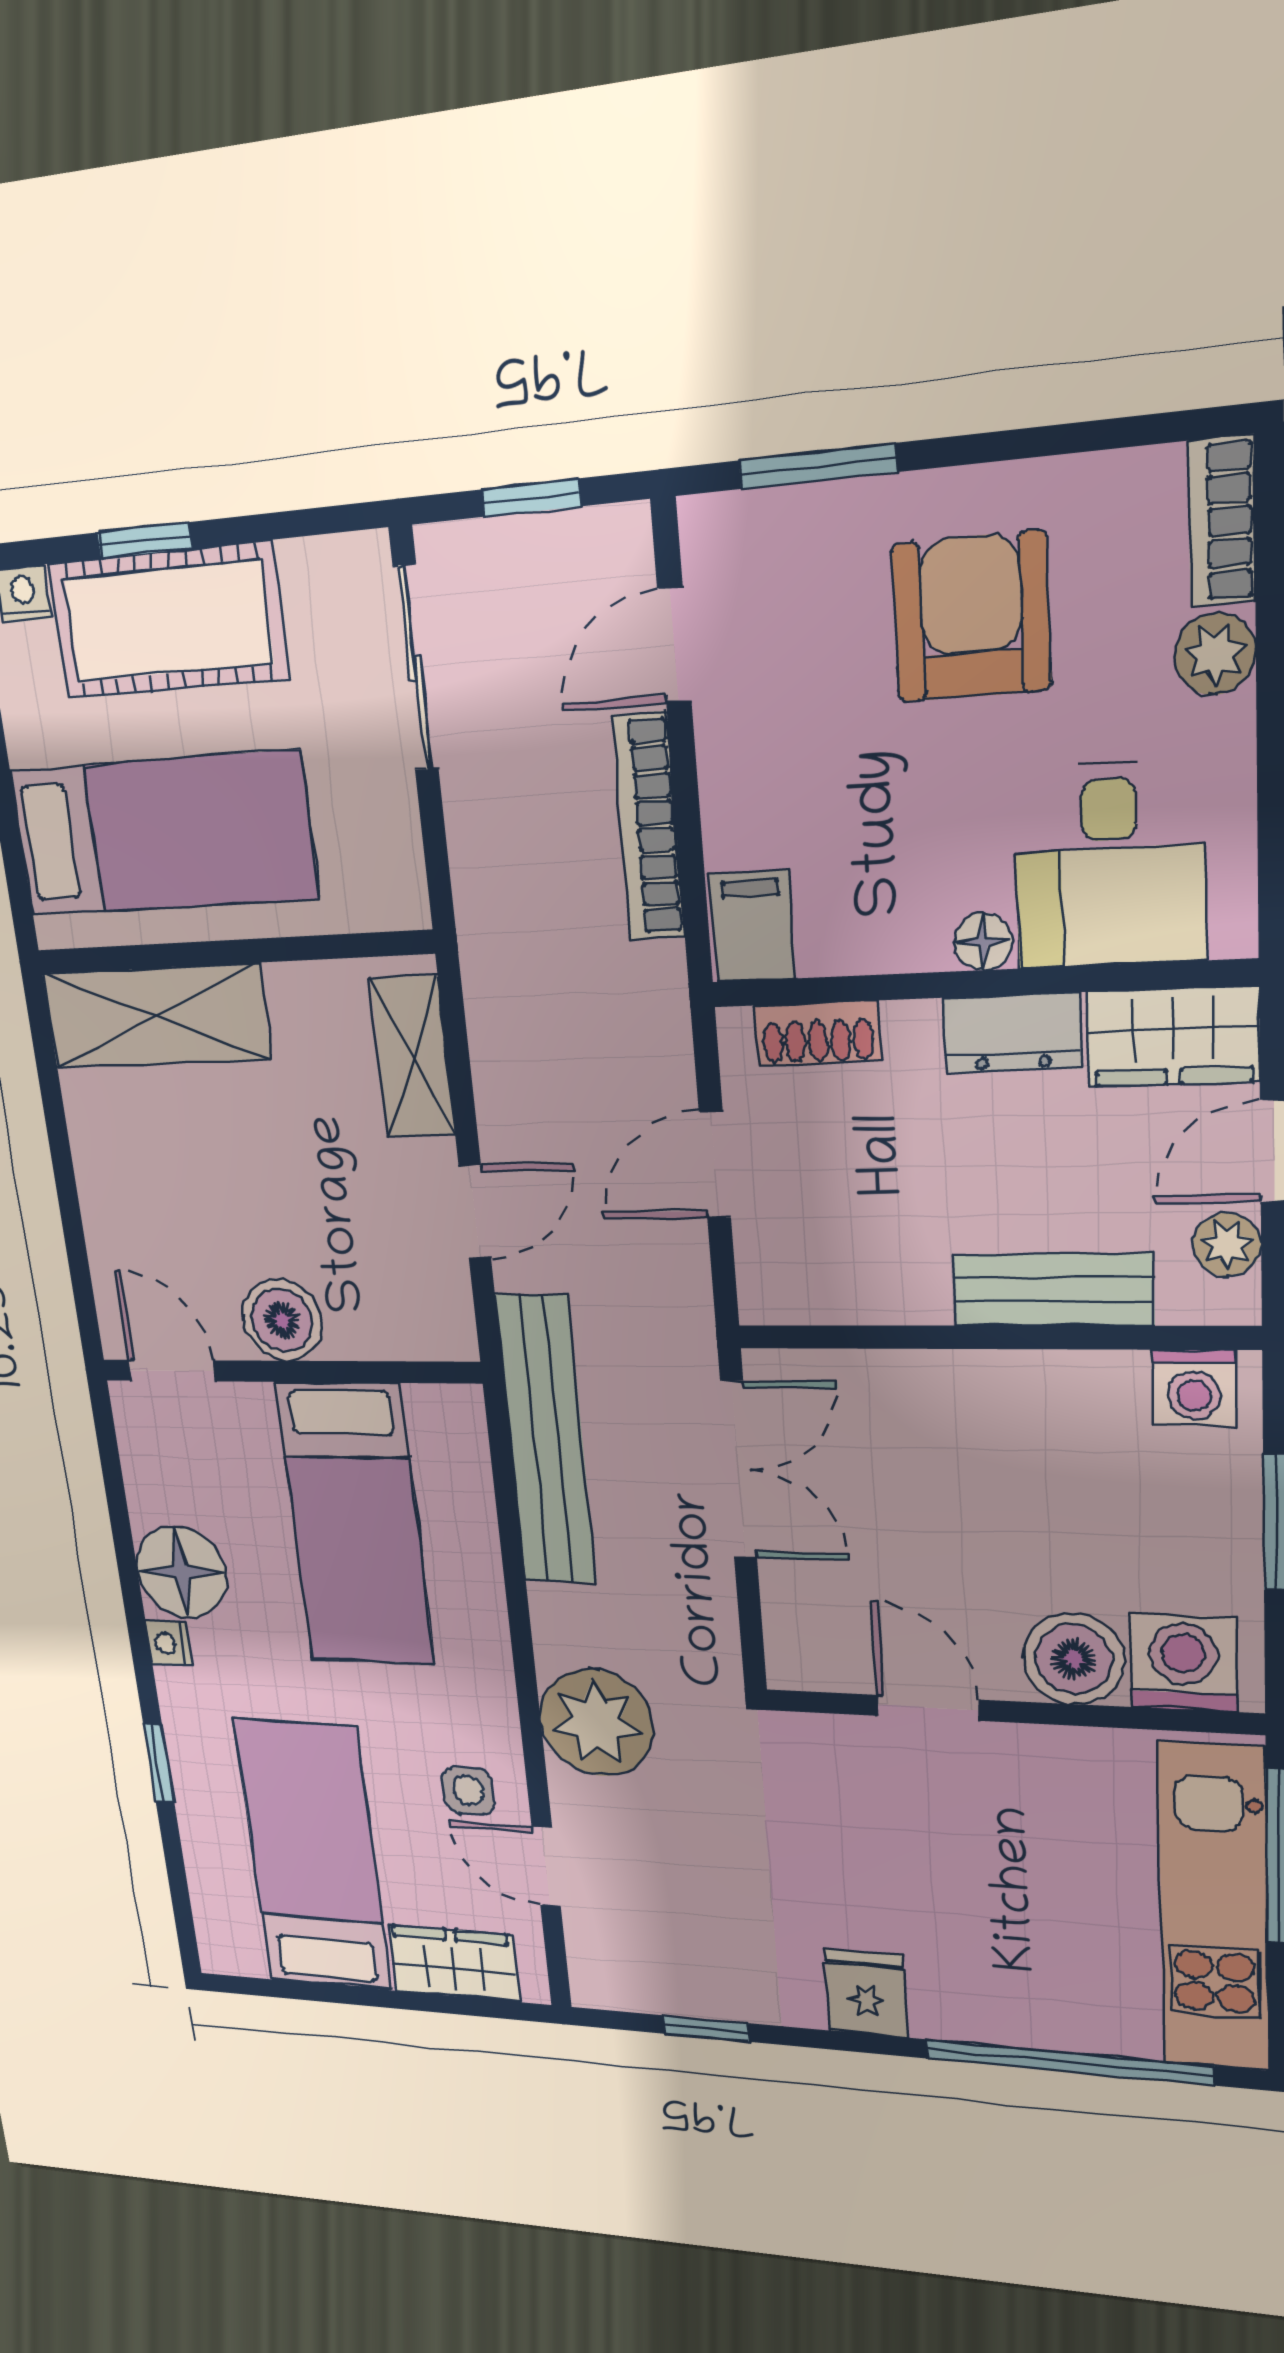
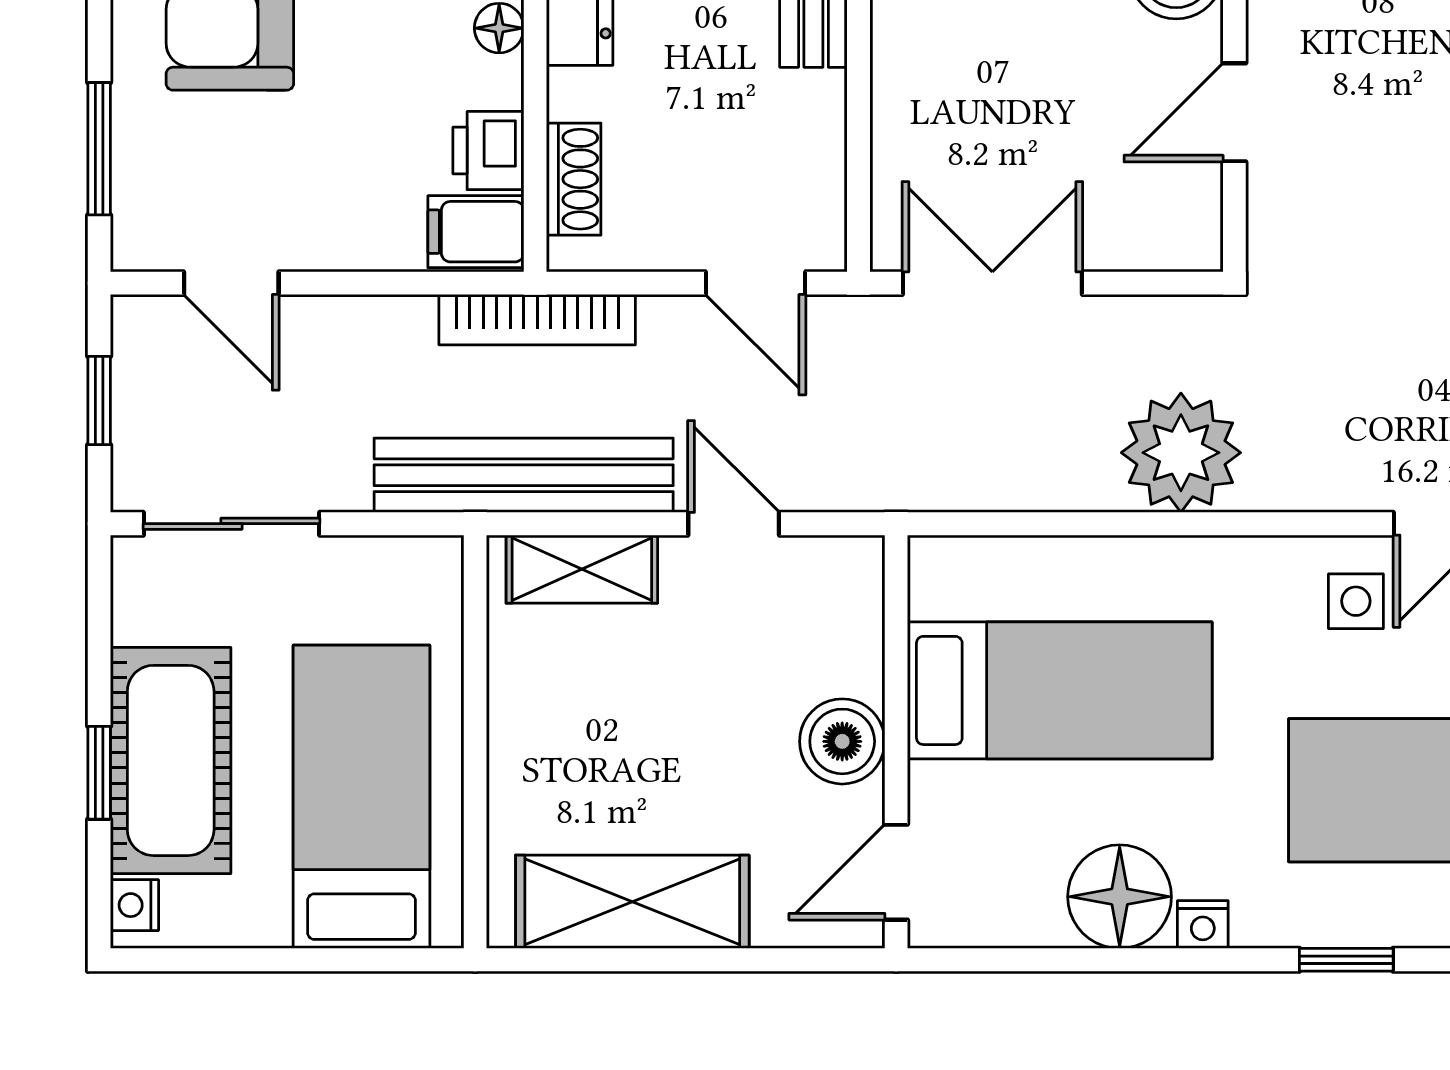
bookcase: (649, 827) -> (537, 320), moved
printer: (843, 936) -> (488, 151), added
shelving: (156, 1016) -> (632, 902), moved, turned 90
door: (715, 1165) -> (755, 283), moved
bench: (546, 1441) -> (524, 475), moved
plant: (596, 1723) -> (1181, 453), moved

